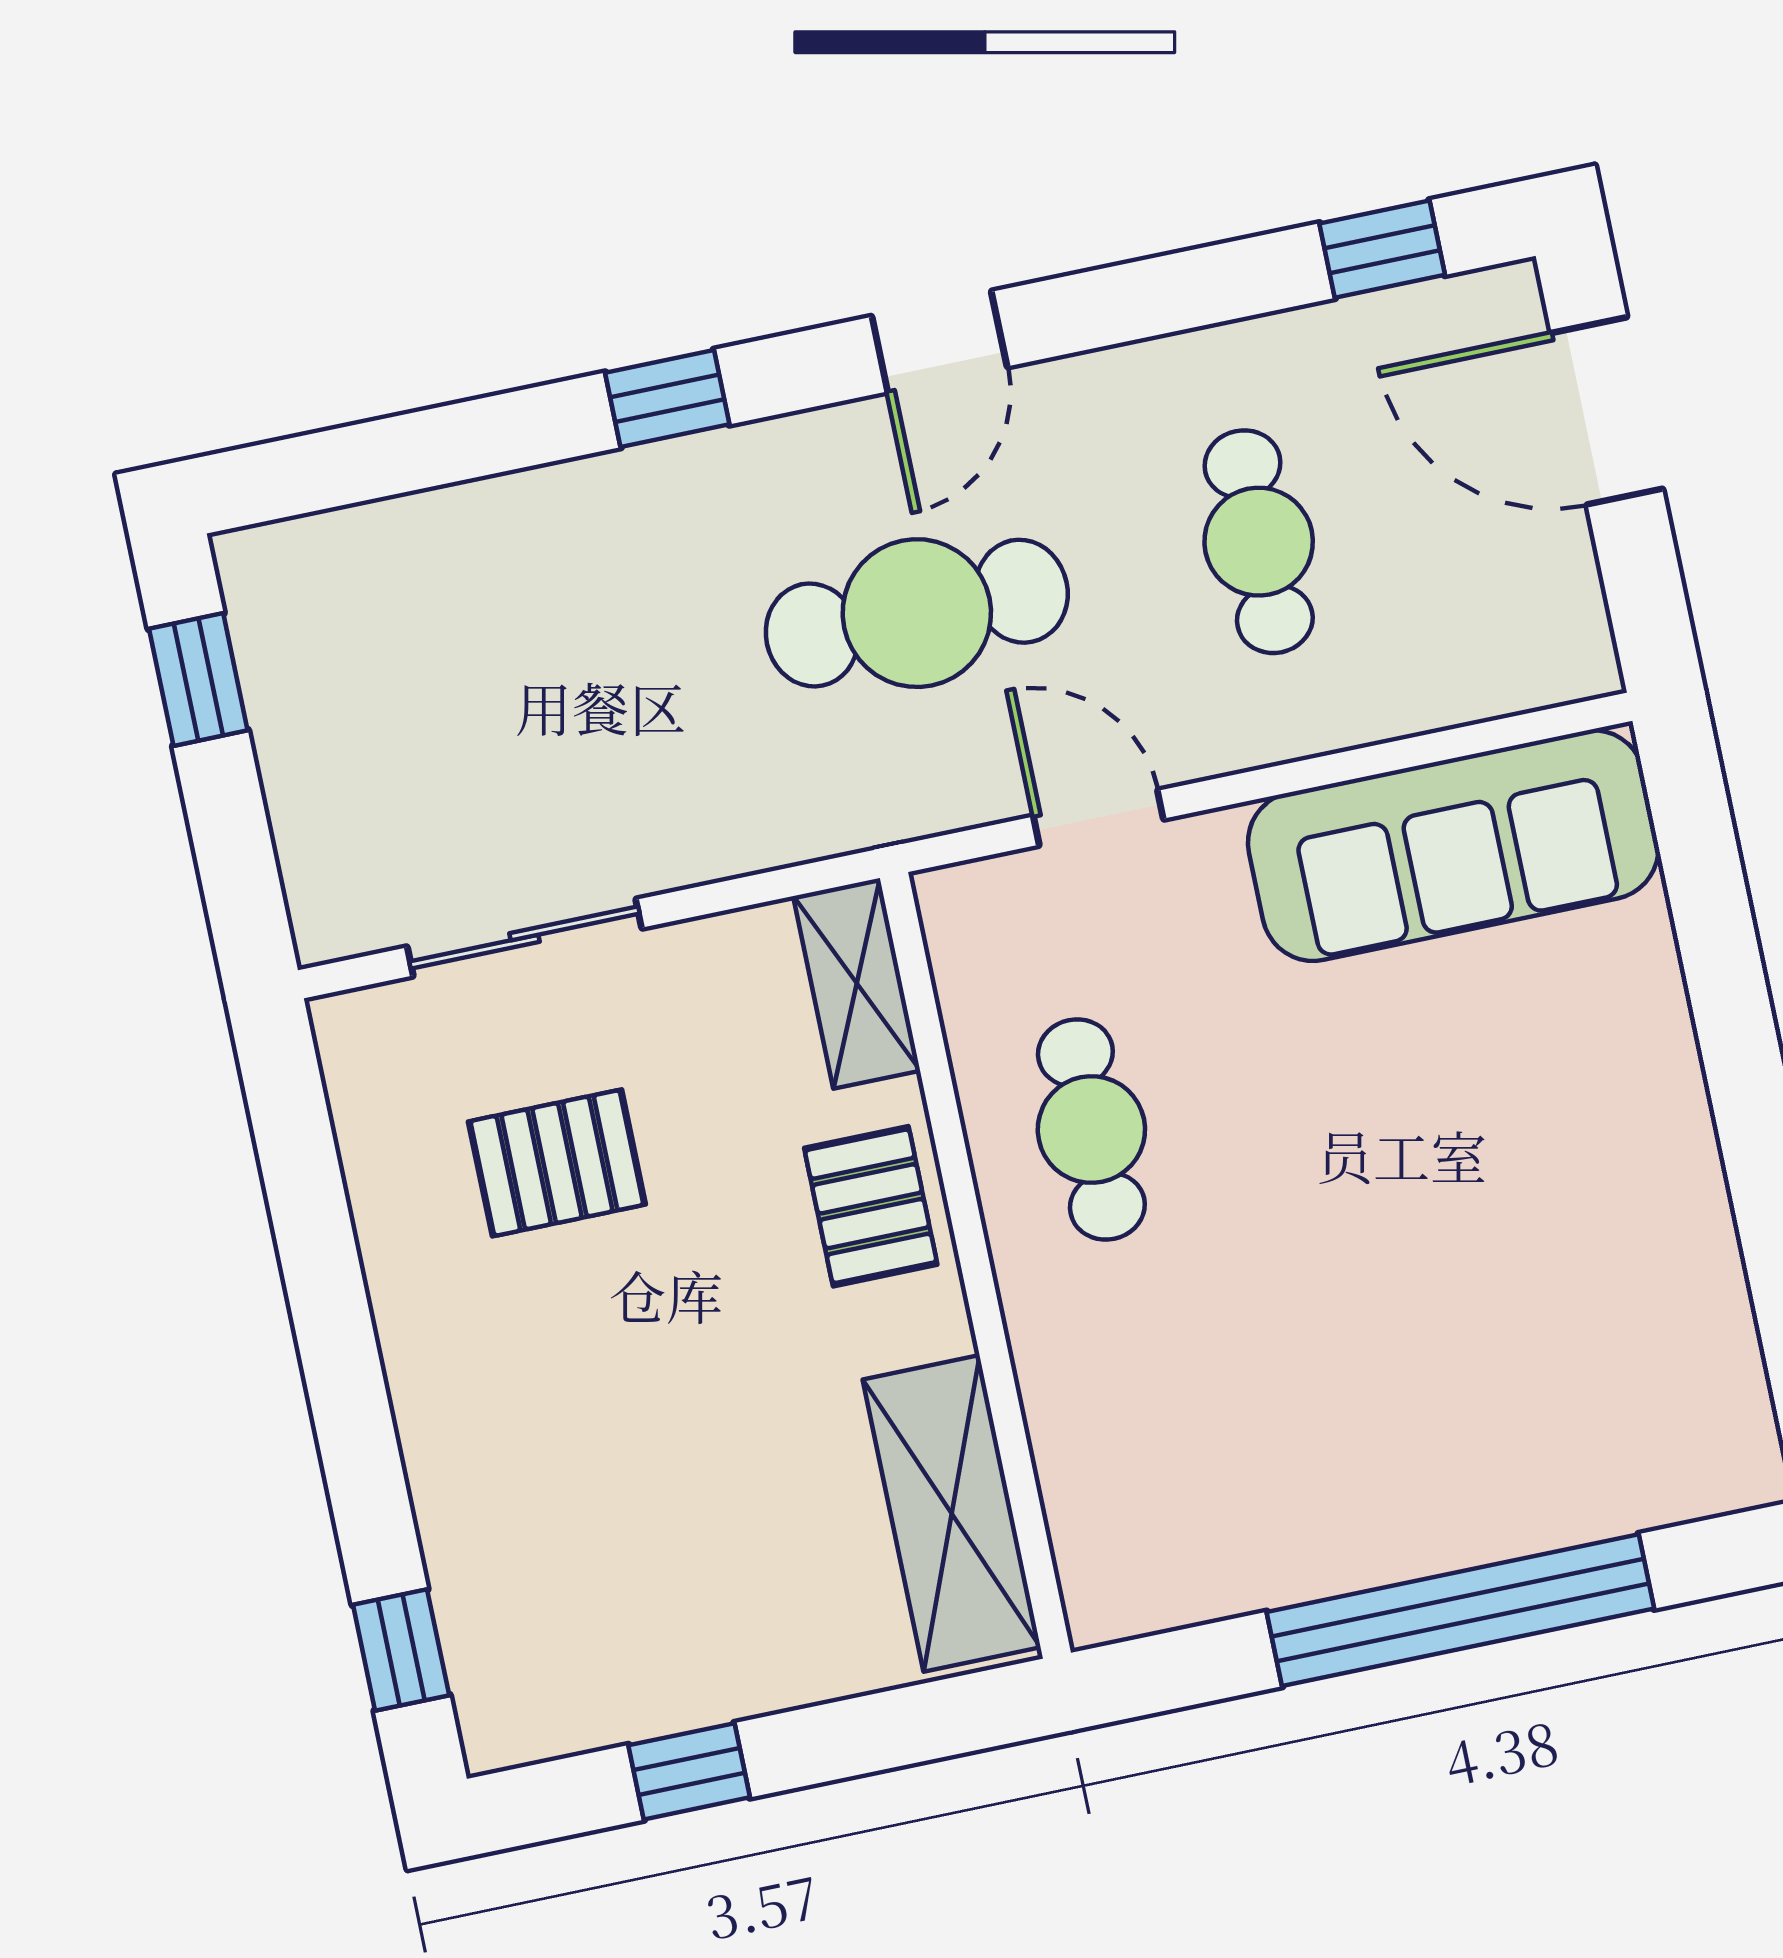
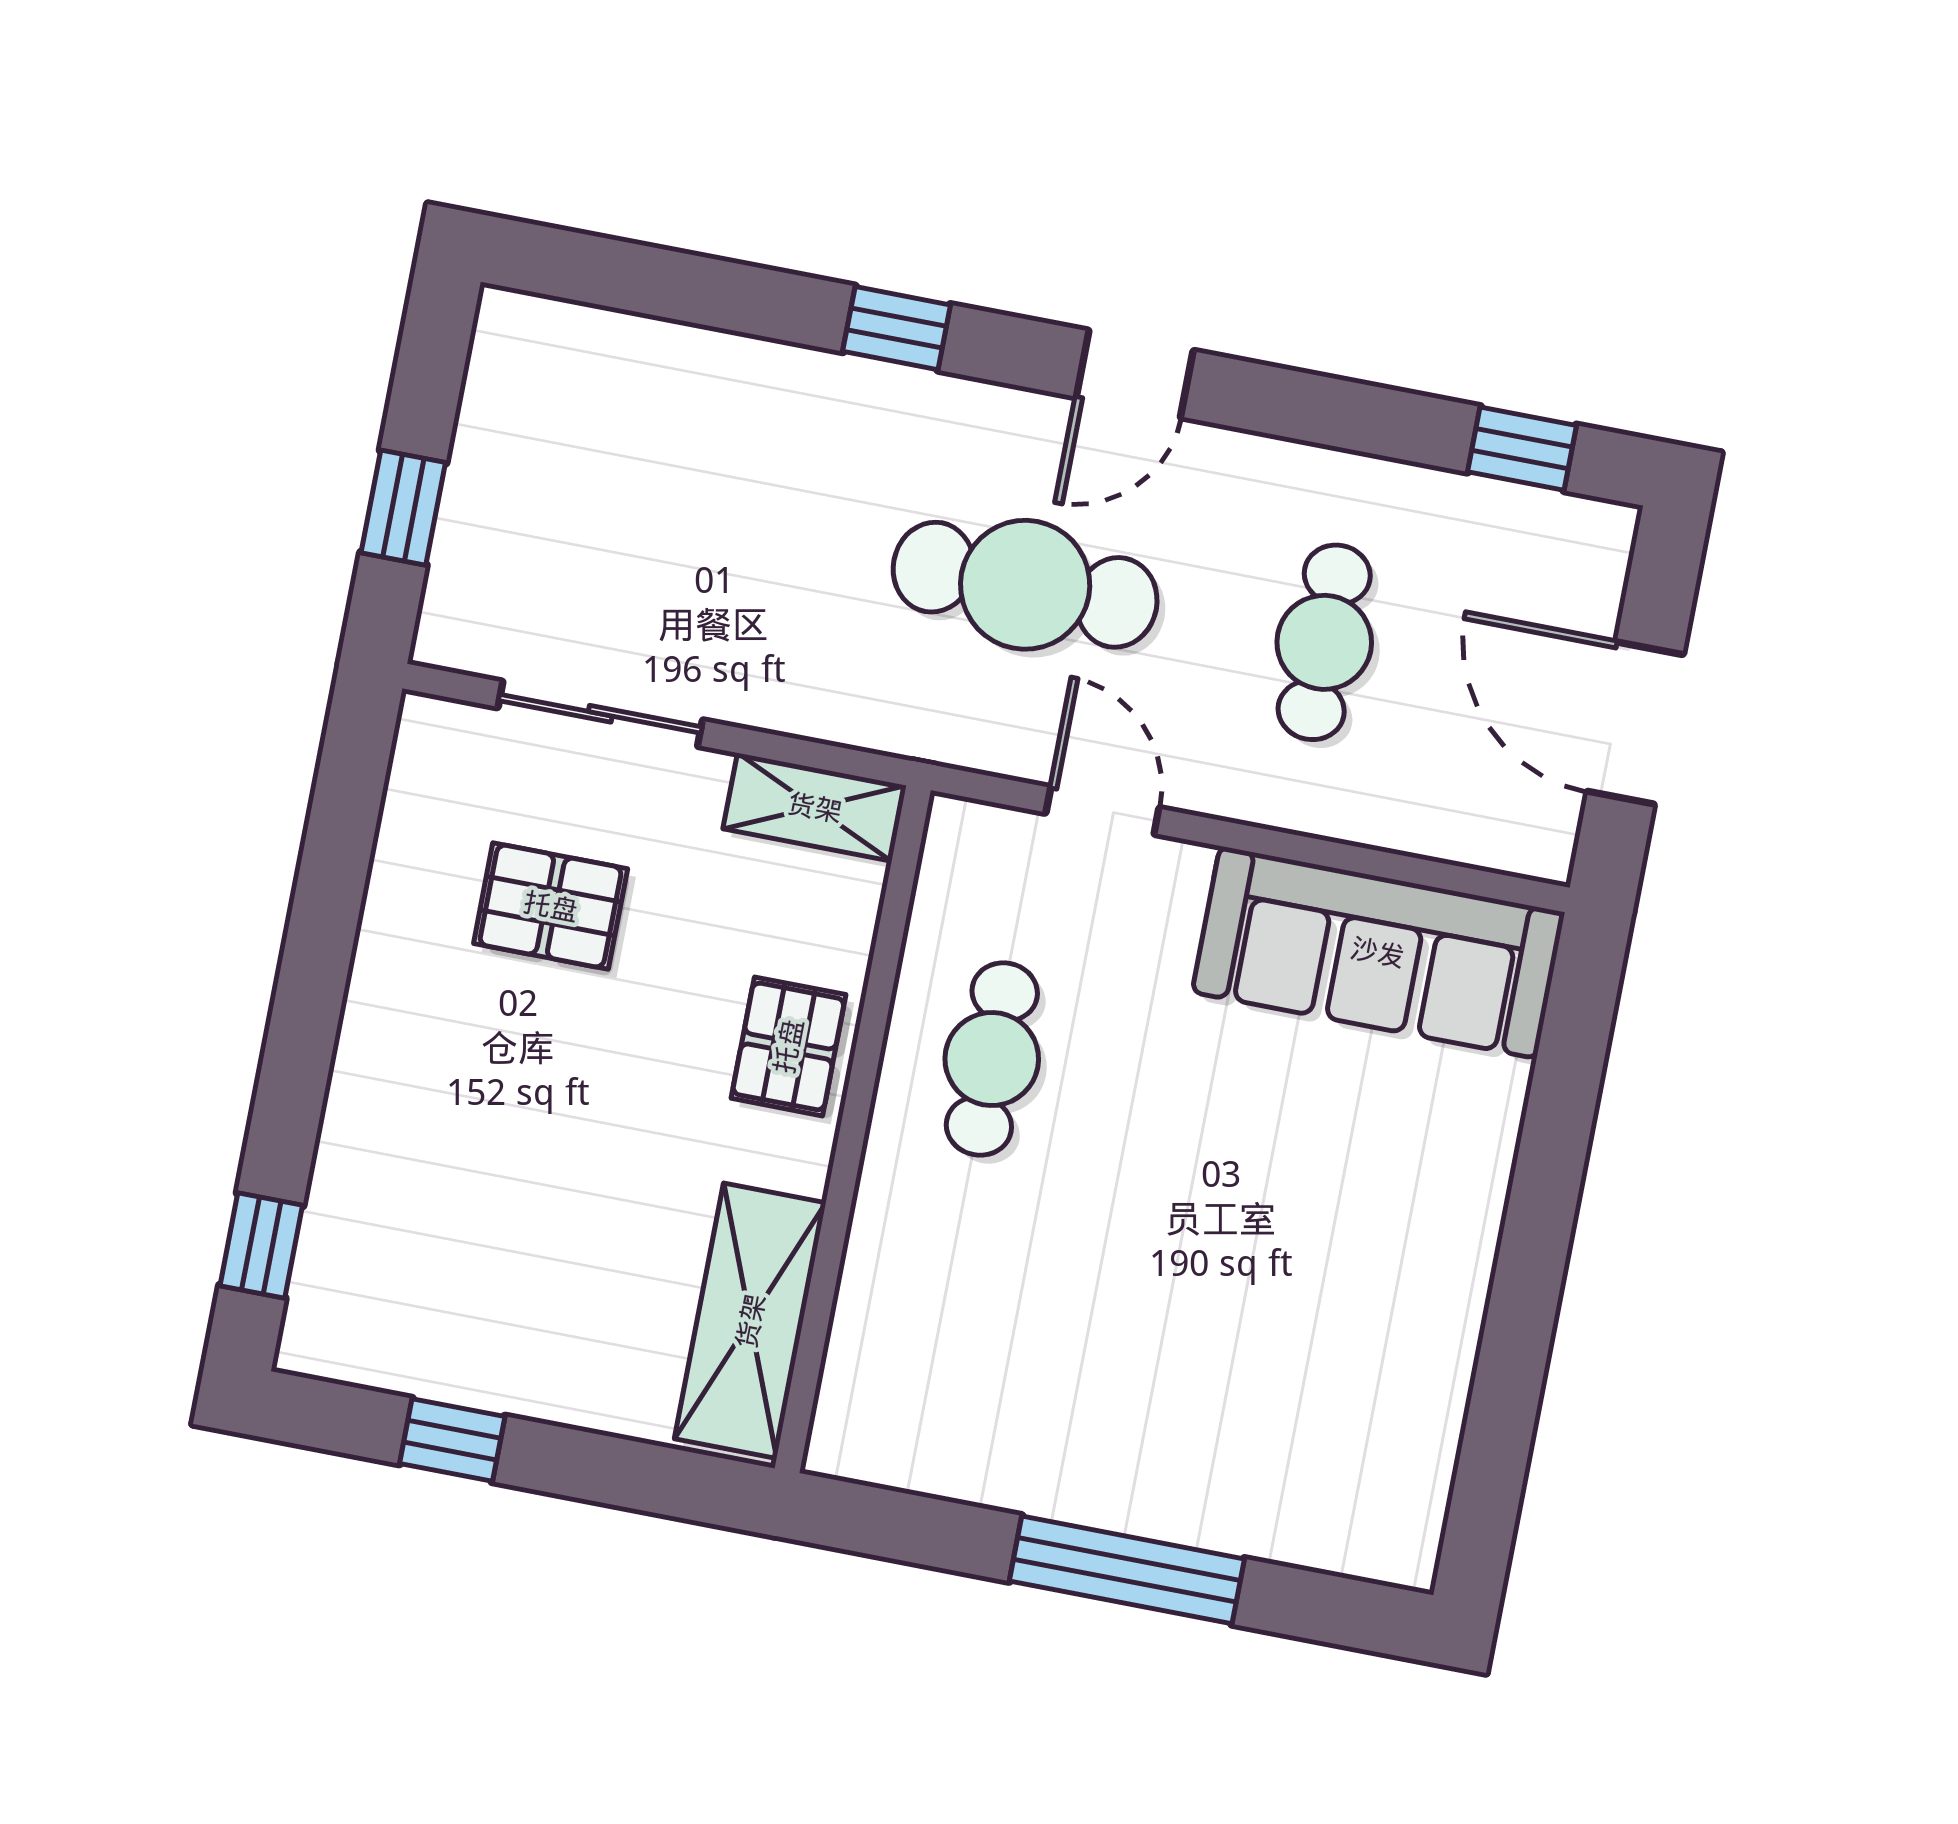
door: (1607, 411) -> (1635, 723), moved
window: (198, 680) -> (403, 508), moved
shelving: (857, 983) -> (815, 807), moved, turned 90
window: (1460, 1610) -> (1127, 1570), width x0.68

